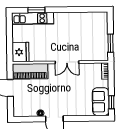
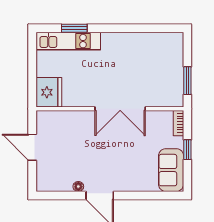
double door: (67, 62) -> (120, 109), width x1.37
piano: (30, 71) -> (63, 122), removed
window: (111, 102) -> (187, 150), moved

